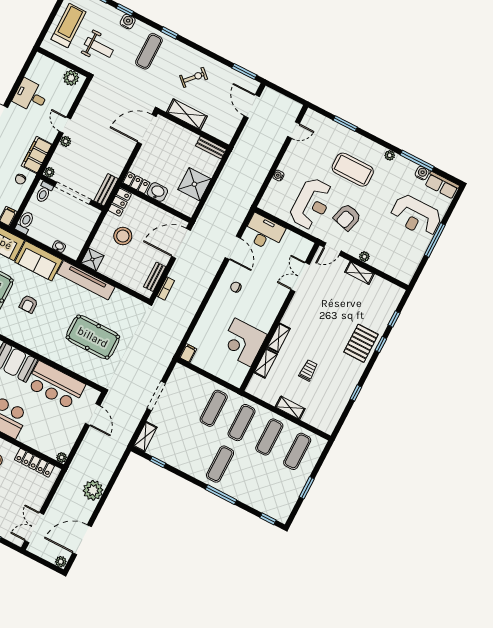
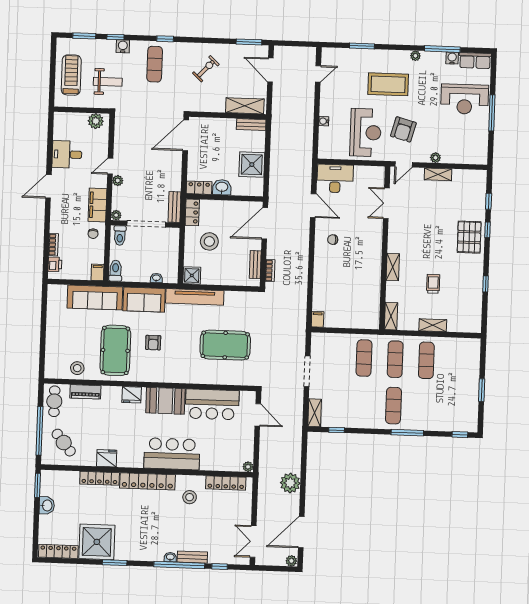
shelving: (187, 114) -> (245, 106), moved
door: (65, 125) -> (110, 166), hinge flipped
corner desk: (243, 342) -> (362, 286), removed
shelving: (266, 363) -> (391, 316), moved
exercise mat: (297, 451) -> (458, 361), removed

